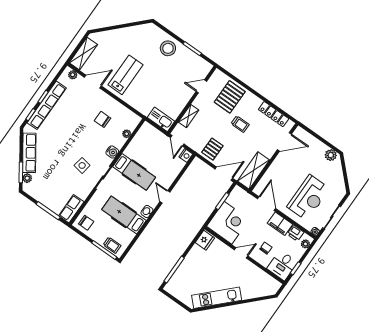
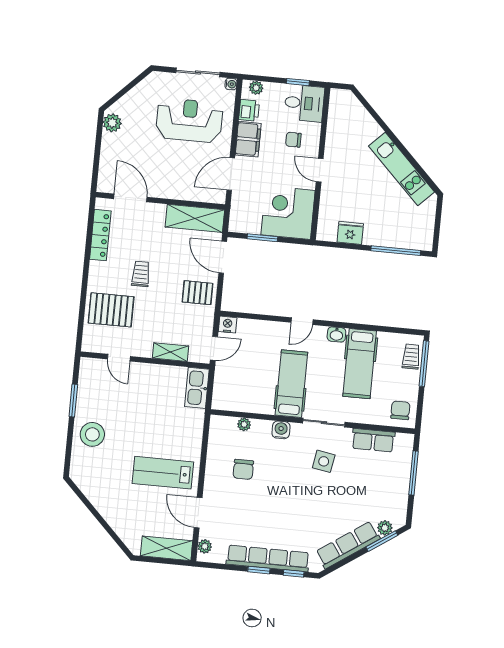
row of seats: (71, 209) -> (373, 440), moved
fridge: (205, 240) -> (350, 233), moved

